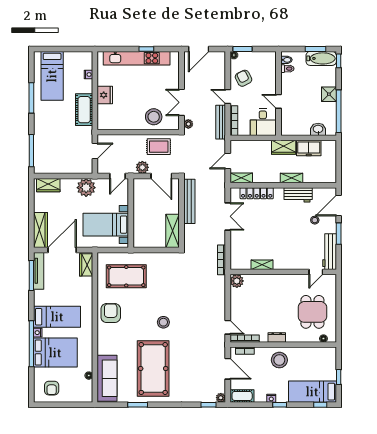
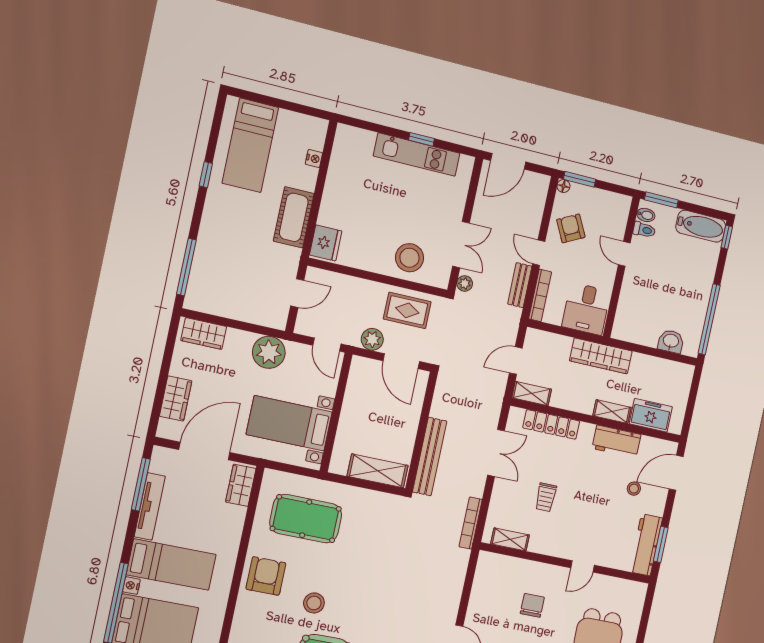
window: (315, 49) -> (661, 200), moved
kitchen unit: (137, 58) -> (417, 155), width x0.73
shower: (329, 94) -> (700, 288), removed
fridge: (105, 95) -> (326, 243), moved
window: (31, 98) -> (206, 175), width x0.46
door: (279, 101) -> (624, 254), moved
double door: (182, 102) -> (461, 245), swing flipped
bench: (221, 122) -> (520, 285), width x0.73
wardrobe: (284, 147) -> (601, 356), width x1.50
freezer: (309, 148) -> (651, 415), moved, turned 180
door: (117, 176) -> (327, 345), hinge flipped
bench: (189, 201) -> (430, 457), moved
wardrobe: (40, 230) -> (176, 399), width x0.67
shelving: (172, 231) -> (378, 471), moved, turned 90
window: (339, 234) -> (661, 544), moved
trolley: (263, 236) -> (546, 497), added
shelving: (262, 265) -> (510, 539), moved
tv unit: (39, 271) -> (150, 506), moved
door: (316, 272) -> (583, 566), moved
plant: (237, 281) -> (488, 563), removed
chair: (269, 300) -> (532, 605), added
stool: (163, 322) -> (314, 603), moved

